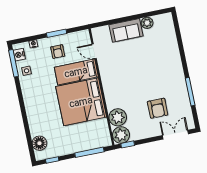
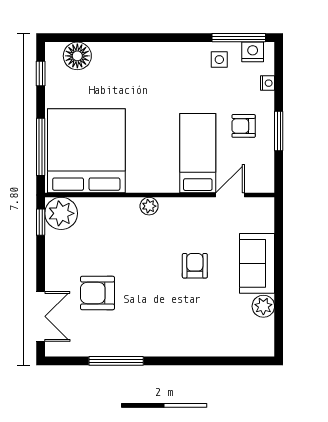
armchair: (134, 62) -> (195, 266), added
bed: (81, 102) -> (86, 151), moved
plant: (118, 117) -> (149, 206), moved, width x0.53, depth x0.53

